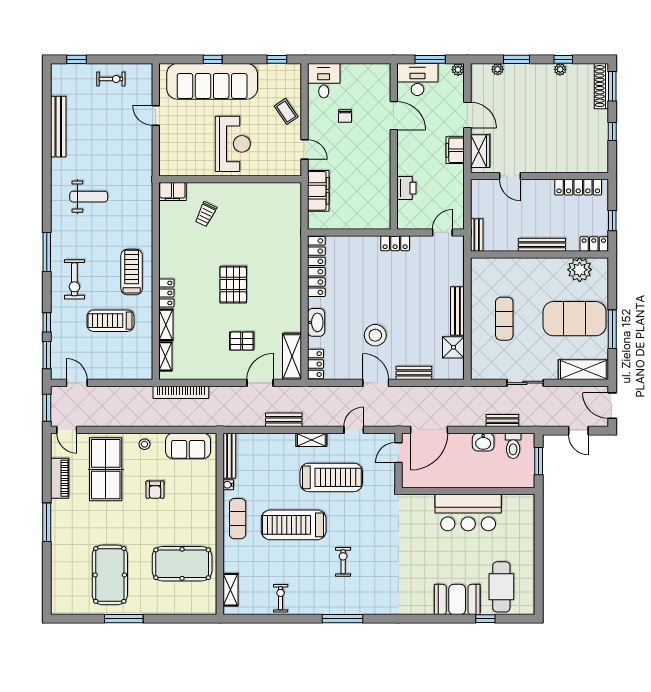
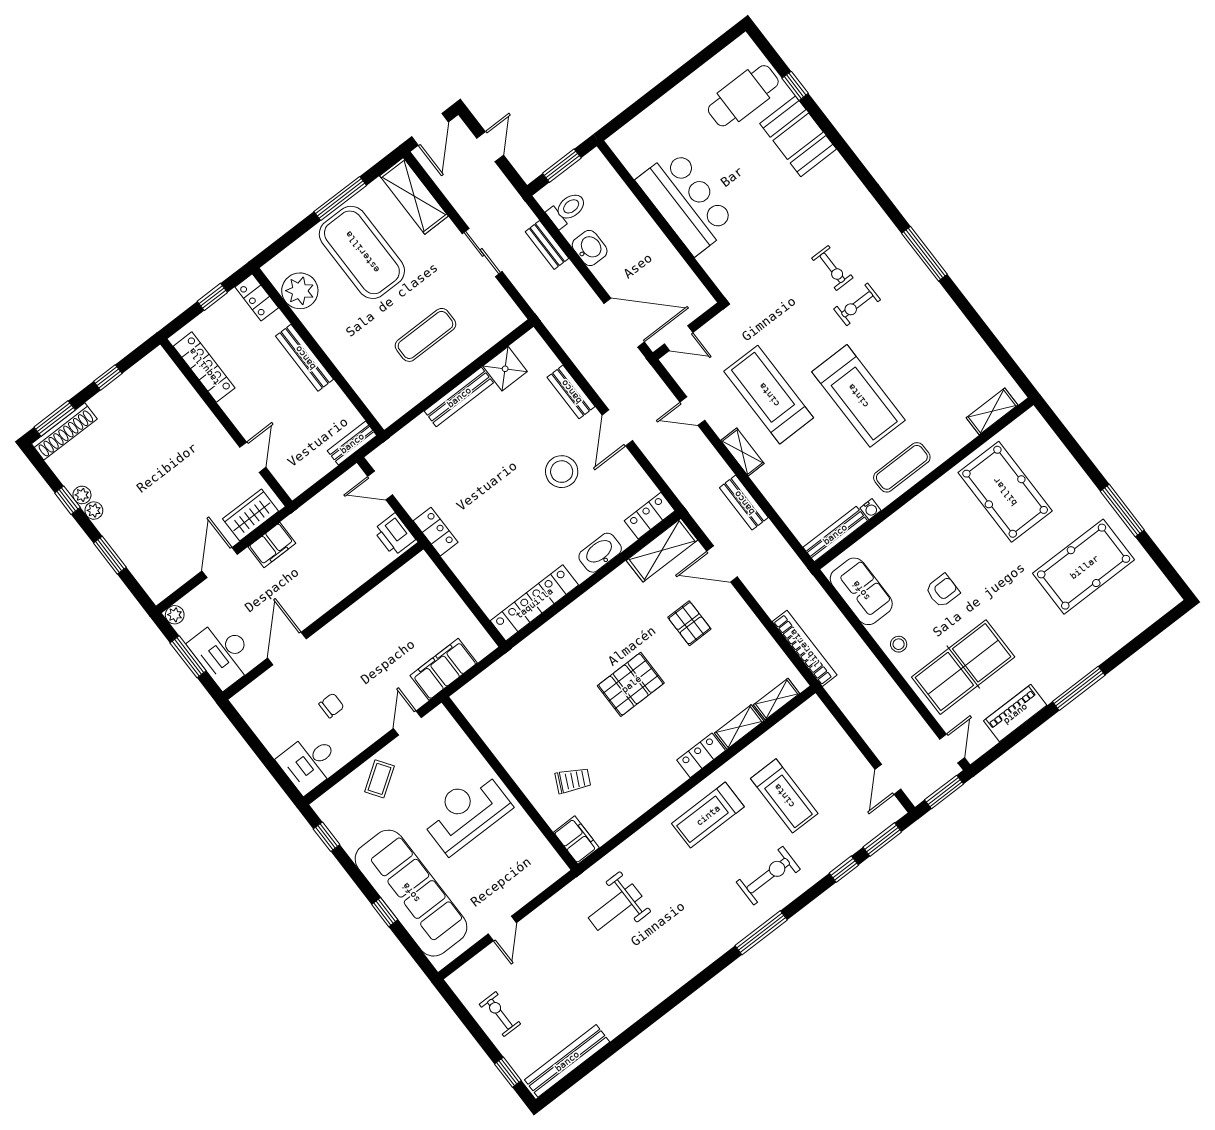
plant: (498, 69) -> (94, 511), moved
bench: (58, 127) -> (567, 1061), moved
printer: (406, 188) -> (394, 535), moved, turned -90
weight bench: (89, 197) -> (615, 907), moved, turned -90
exercise bike: (281, 598) -> (832, 268), moved, turned -90

